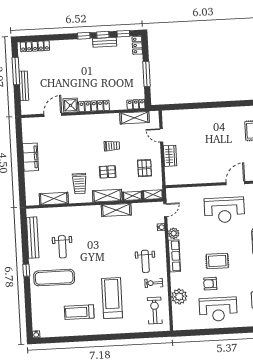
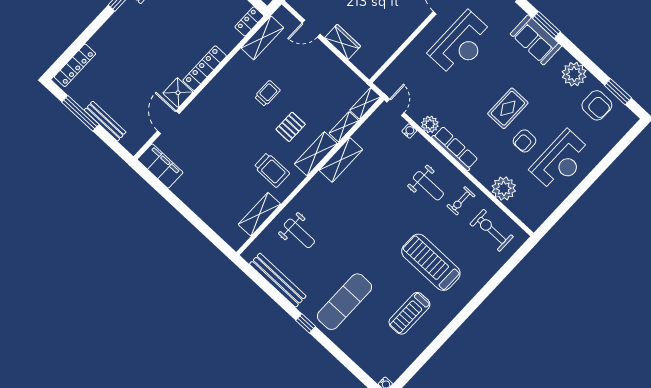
filing cabinet: (31, 157) -> (160, 166), moved
pallet: (145, 168) -> (327, 83), removed
weight bench: (62, 247) -> (299, 233), moved

